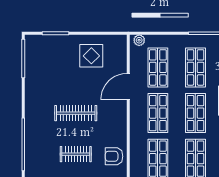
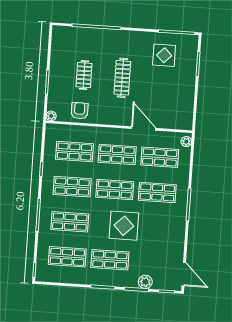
display table: (91, 56) -> (164, 55), moved

